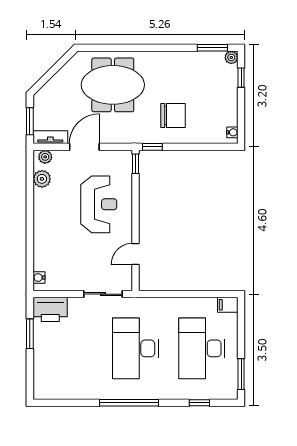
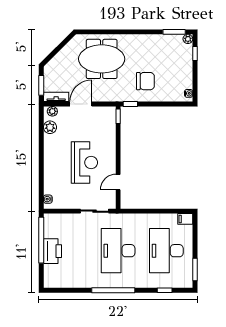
reception desk: (99, 204) -> (84, 163), moved
printer: (50, 309) -> (53, 251), moved, turned -90
window: (30, 334) -> (41, 240), width x2.11

